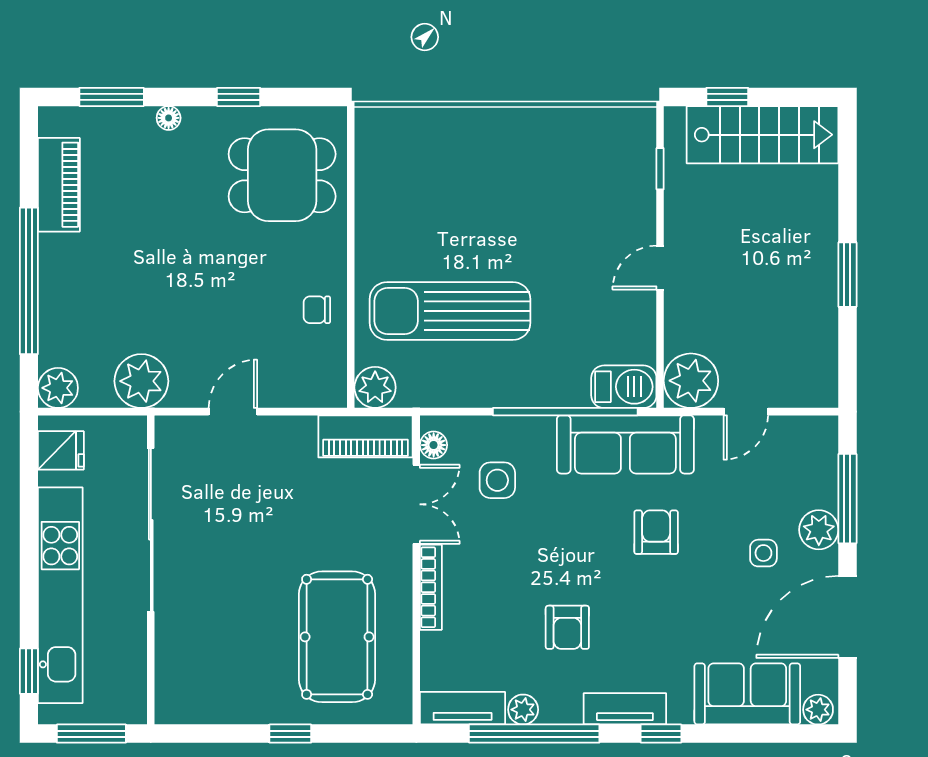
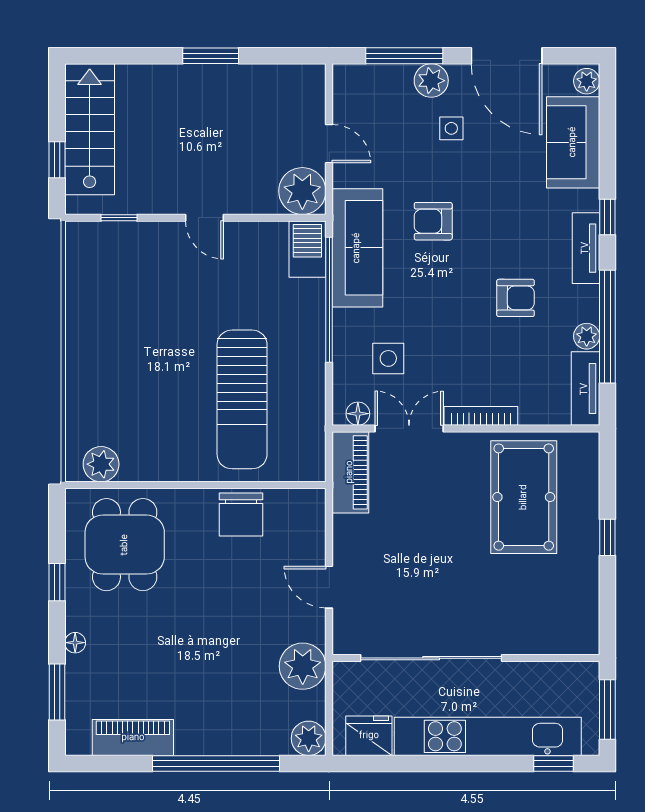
chair: (317, 310) -> (241, 514), width x1.87, depth x1.87
plant: (375, 387) -> (101, 464), moved
fridge: (61, 450) -> (369, 736), width x1.38
pool table: (337, 637) -> (524, 497), turned 90

